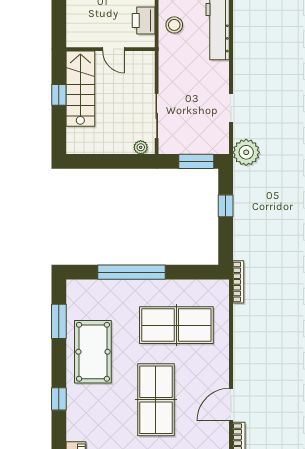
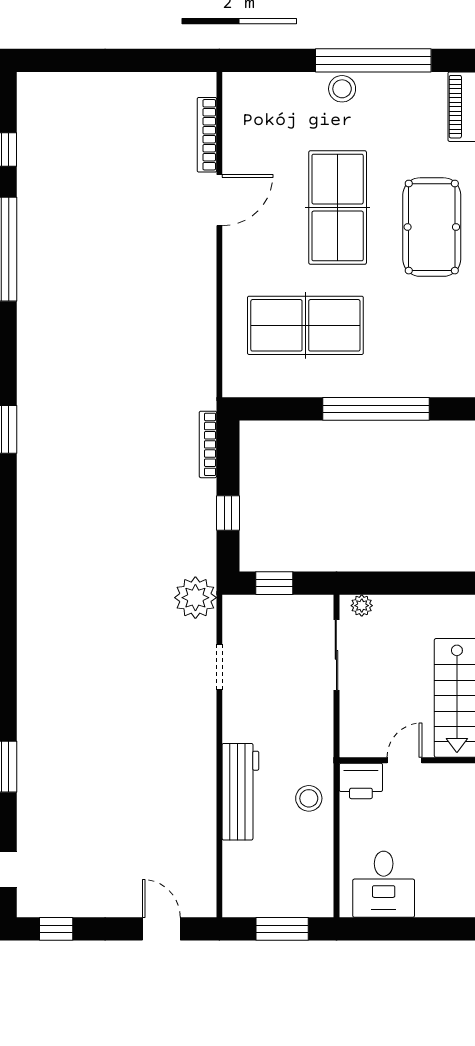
printer: (144, 21) -> (361, 781), moved, turned 90
door: (114, 49) -> (404, 760), hinge flipped
window: (196, 161) -> (274, 583), width x0.67
bookcase: (238, 282) -> (208, 444), moved
pool table: (93, 352) -> (432, 227), moved

